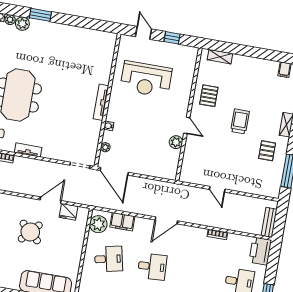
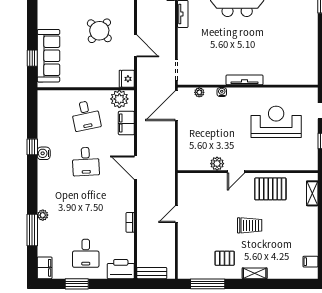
reception desk: (146, 79) -> (276, 122), turned 90
pallet: (209, 96) -> (270, 189), width x1.50, depth x1.42
fridge: (69, 212) -> (127, 79), moved

